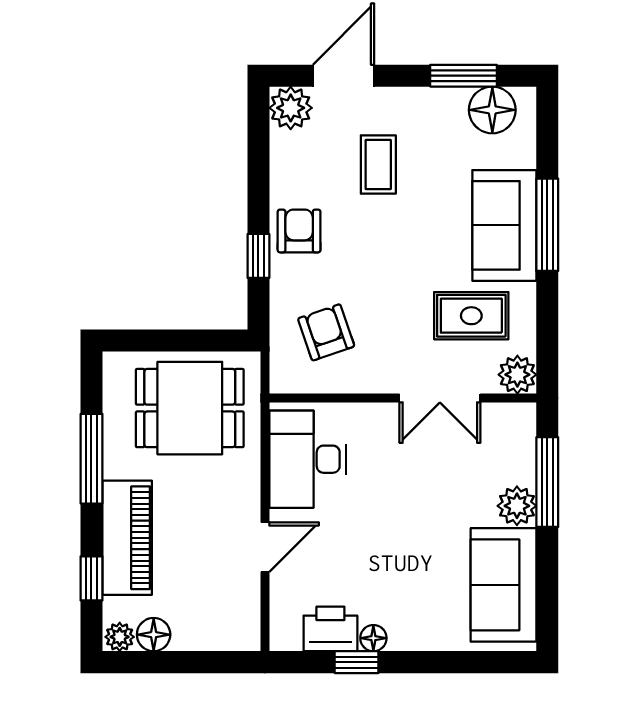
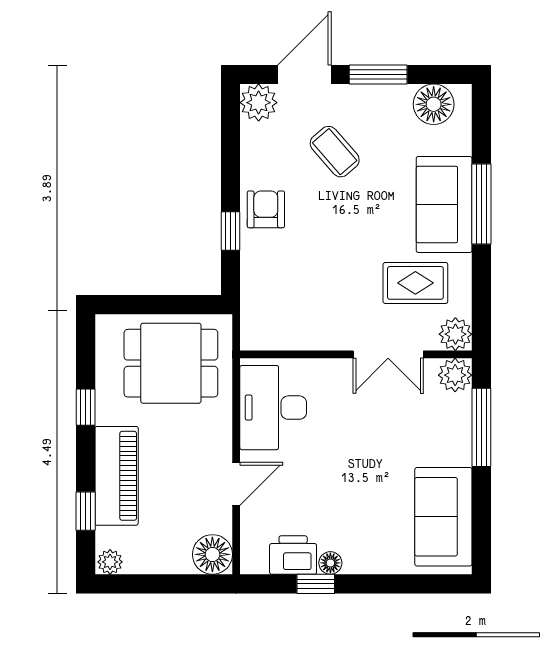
window: (464, 76) -> (378, 75), moved
coffee table: (378, 165) -> (335, 152), turned -41
armchair: (326, 332) -> (289, 297), removed
window: (91, 459) -> (86, 407), width x0.46
plant: (517, 506) -> (455, 375), moved
floor lamp: (154, 635) -> (212, 554), moved, width x1.38, depth x1.38

